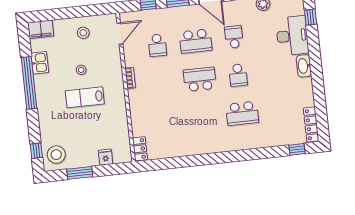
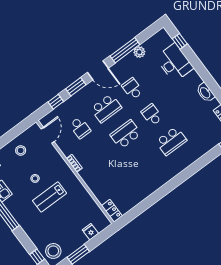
washbasin: (304, 66) -> (205, 93), moved
school desk: (238, 75) -> (152, 115), turned 180

